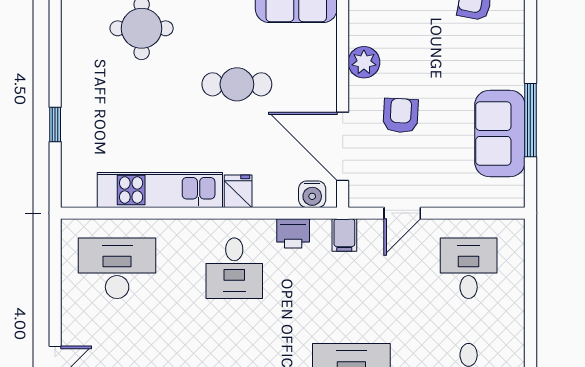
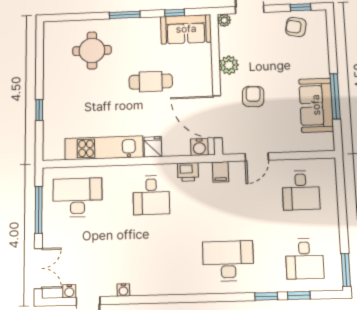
desk: (469, 268) -> (301, 190), turned 180
window: (55, 286) -> (39, 210), added

